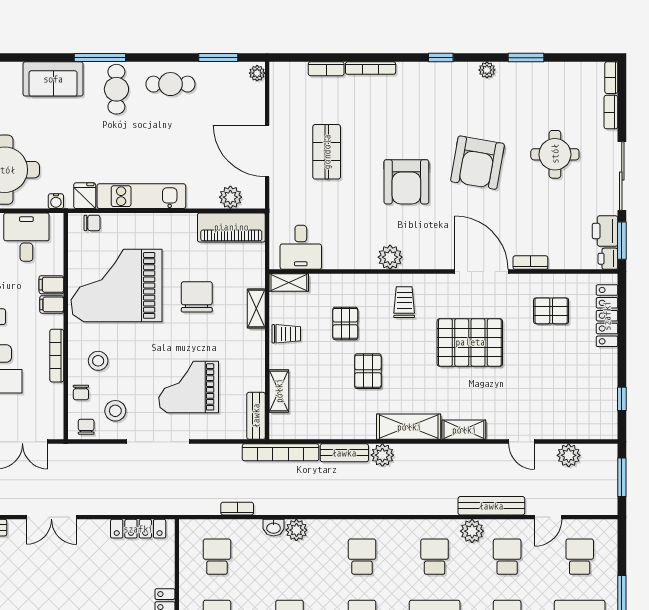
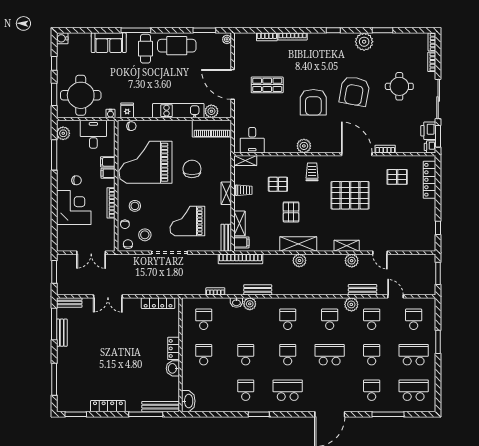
plant: (487, 70) -> (364, 42), width x1.87, depth x1.87
cafe table: (170, 84) -> (177, 46), width x1.37, depth x1.35
shop shelf: (327, 152) -> (267, 85), turned 90
kitchen unit: (141, 196) -> (178, 111), moved
shelving: (256, 309) -> (226, 193), moved
pallet: (345, 323) -> (278, 184), turned 90
filing cabinet: (282, 424) -> (241, 242), added
shelving: (409, 427) -> (298, 244), moved
bench: (344, 453) -> (258, 290), moved
plant: (569, 455) -> (352, 261), moved
bench: (491, 506) -> (363, 290), width x0.73
door: (548, 517) -> (395, 296), swing flipped

